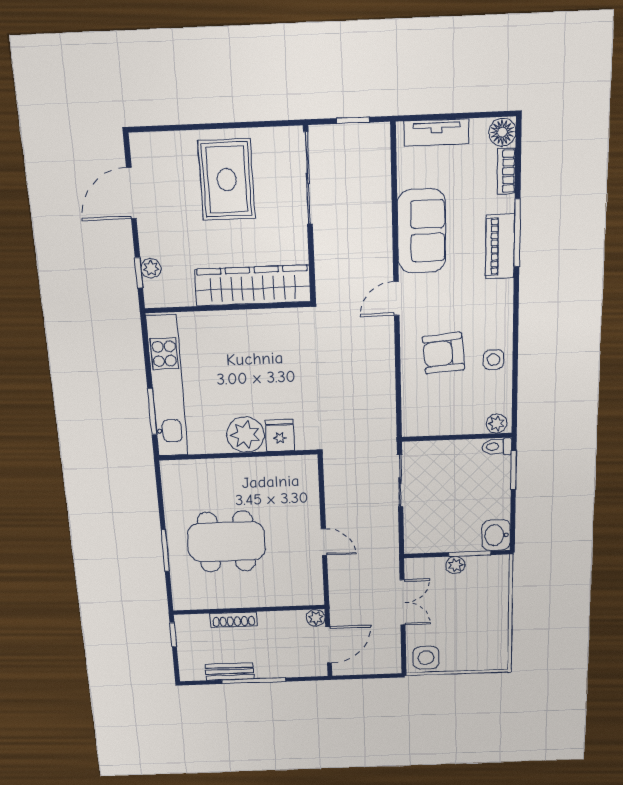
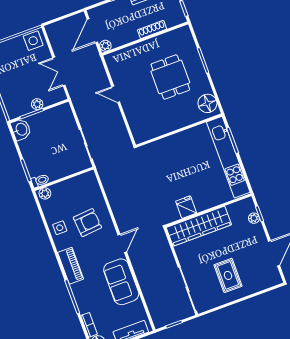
rug: (227, 180) -> (228, 275), width x0.73, depth x0.70
piano: (500, 246) -> (71, 266), moved
plant: (245, 435) -> (178, 143), removed
fridge: (280, 435) -> (186, 207), moved, turned 180
floor lamp: (177, 483) -> (207, 103), added
dining table: (226, 542) -> (170, 77), width x0.73

